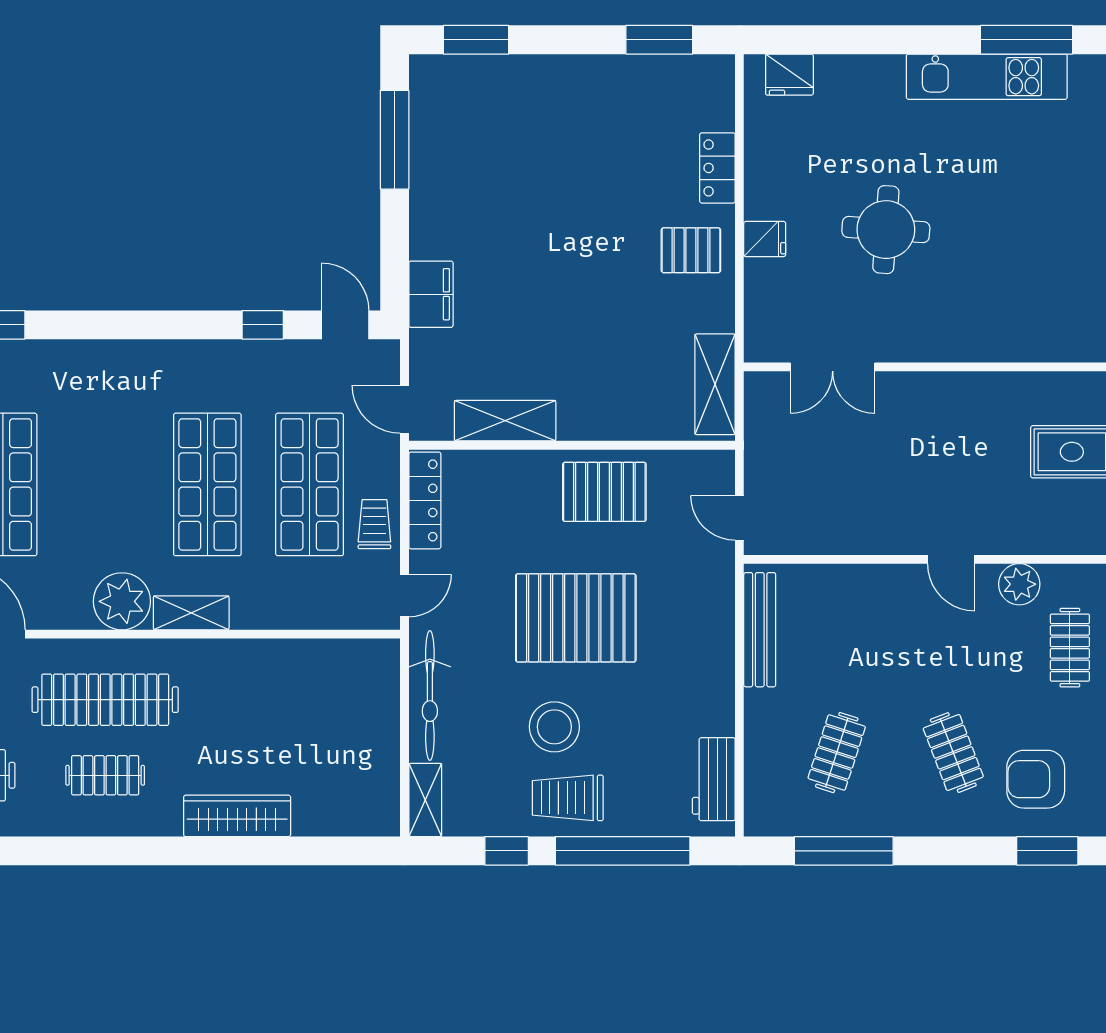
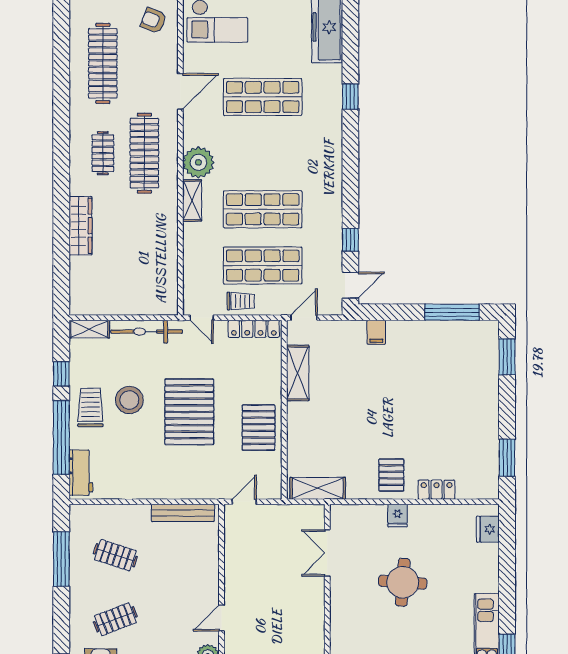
filing cabinet: (431, 294) -> (376, 332), width x0.50
workbench: (714, 779) -> (81, 473), moved, turned 90

